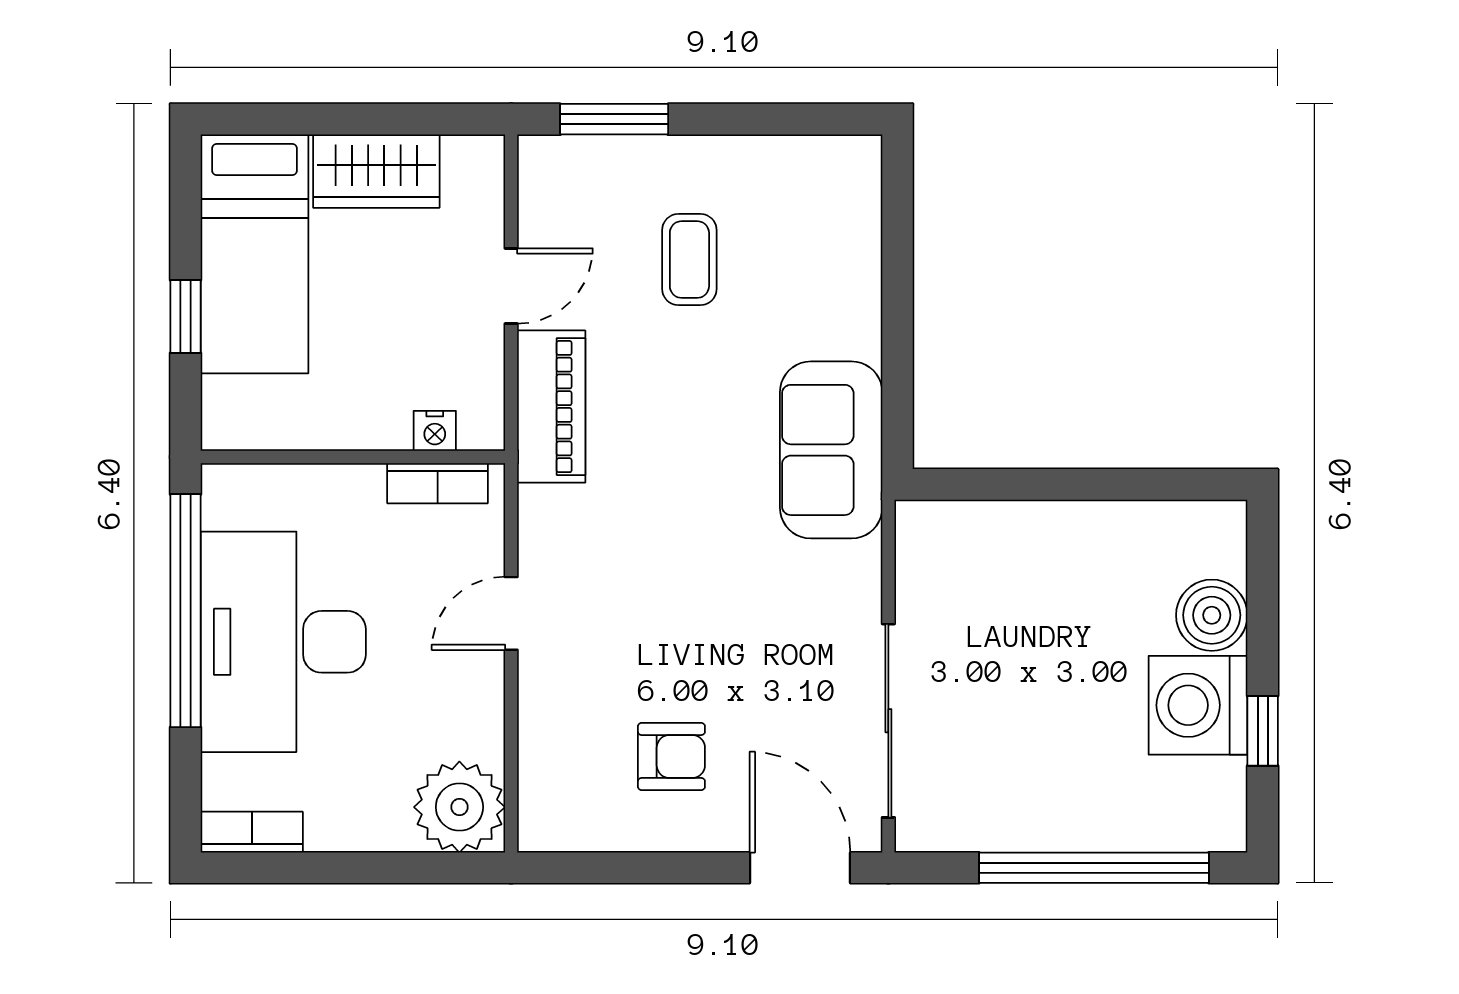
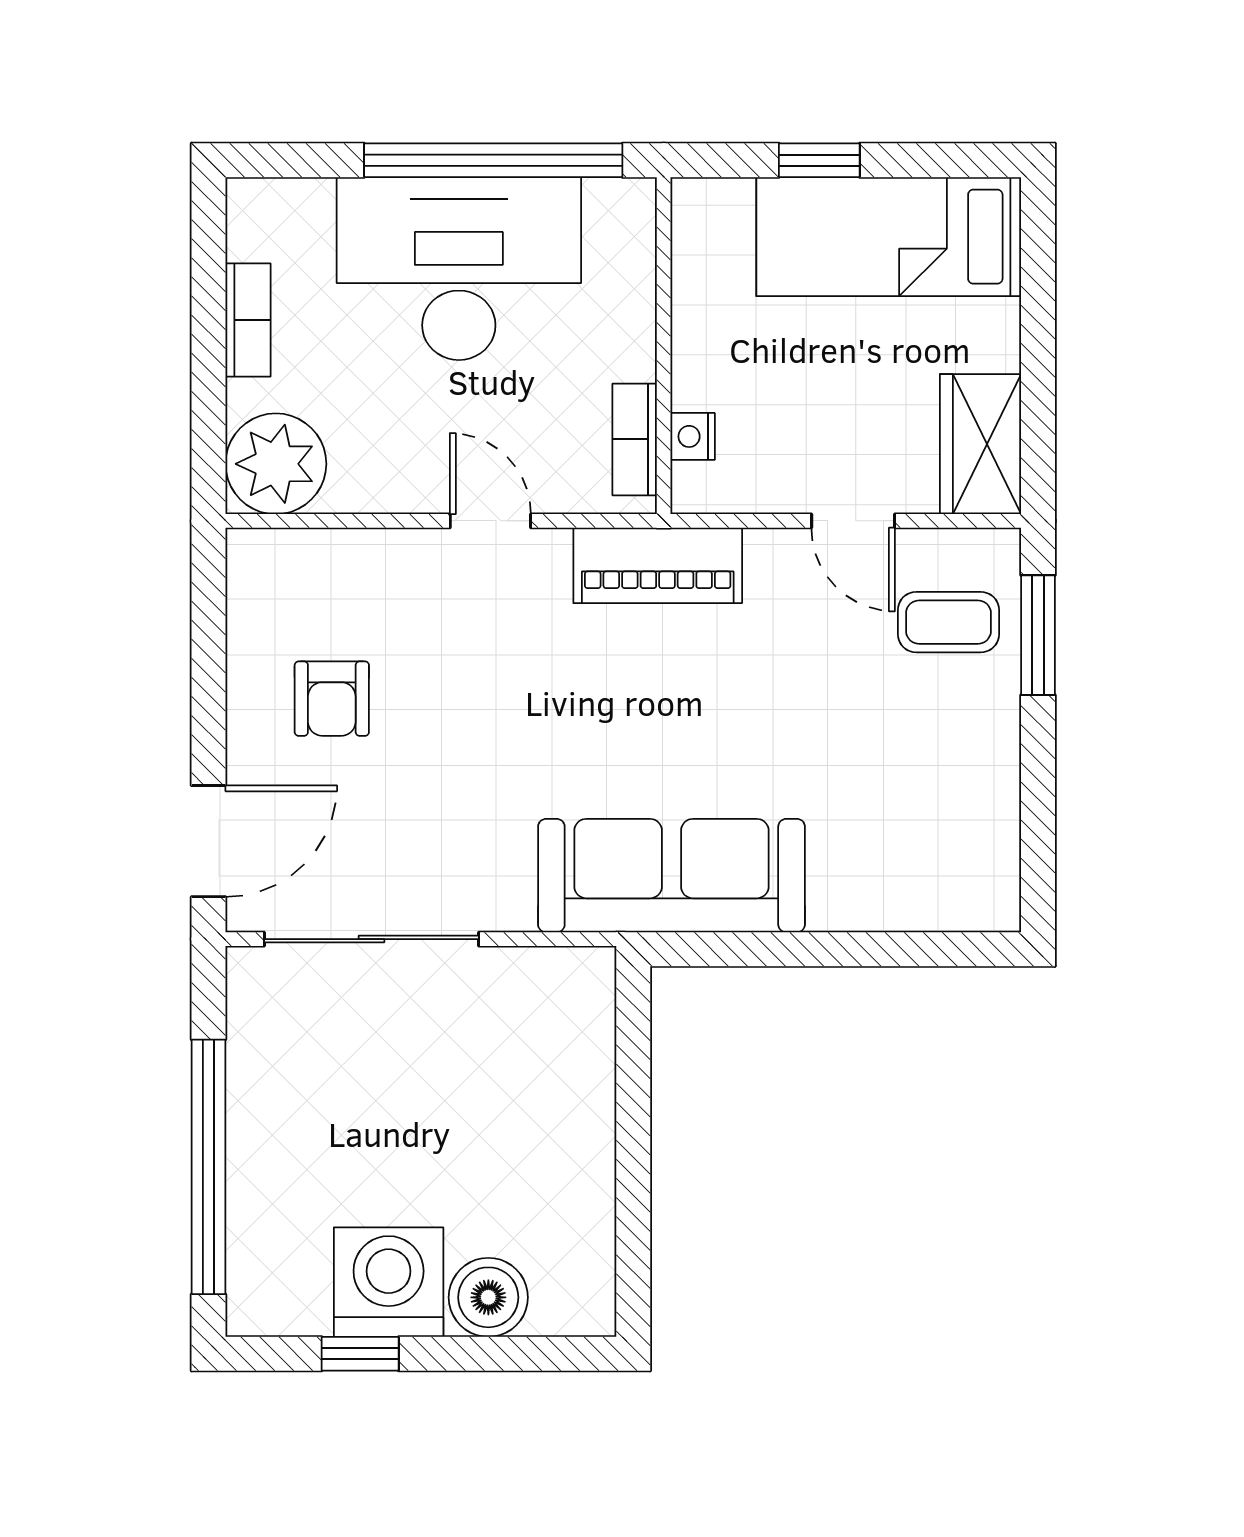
wardrobe: (376, 171) -> (980, 444), moved
coffee table: (689, 260) -> (948, 622), moved
piano: (551, 407) -> (658, 565), moved
sofa: (831, 450) -> (671, 876), width x1.36
bookcase: (252, 832) -> (248, 320), moved

